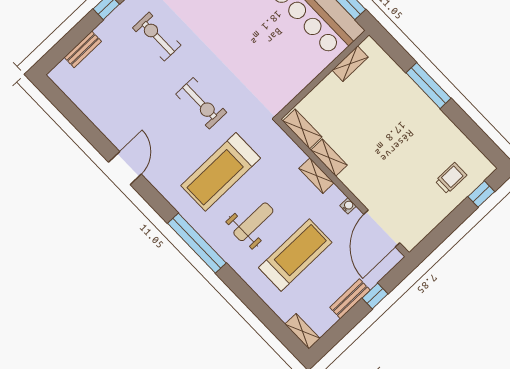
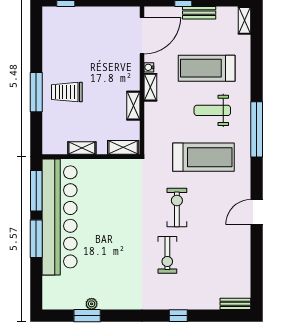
exercise bike: (157, 37) -> (167, 255), moved
bench: (83, 49) -> (235, 304), moved
shelving: (350, 64) -> (82, 148), moved
shelving: (302, 129) -> (123, 147), moved, turned 90
shelving: (316, 176) -> (150, 87), moved
trolley: (451, 178) -> (67, 92), moved, width x1.36, depth x1.39

